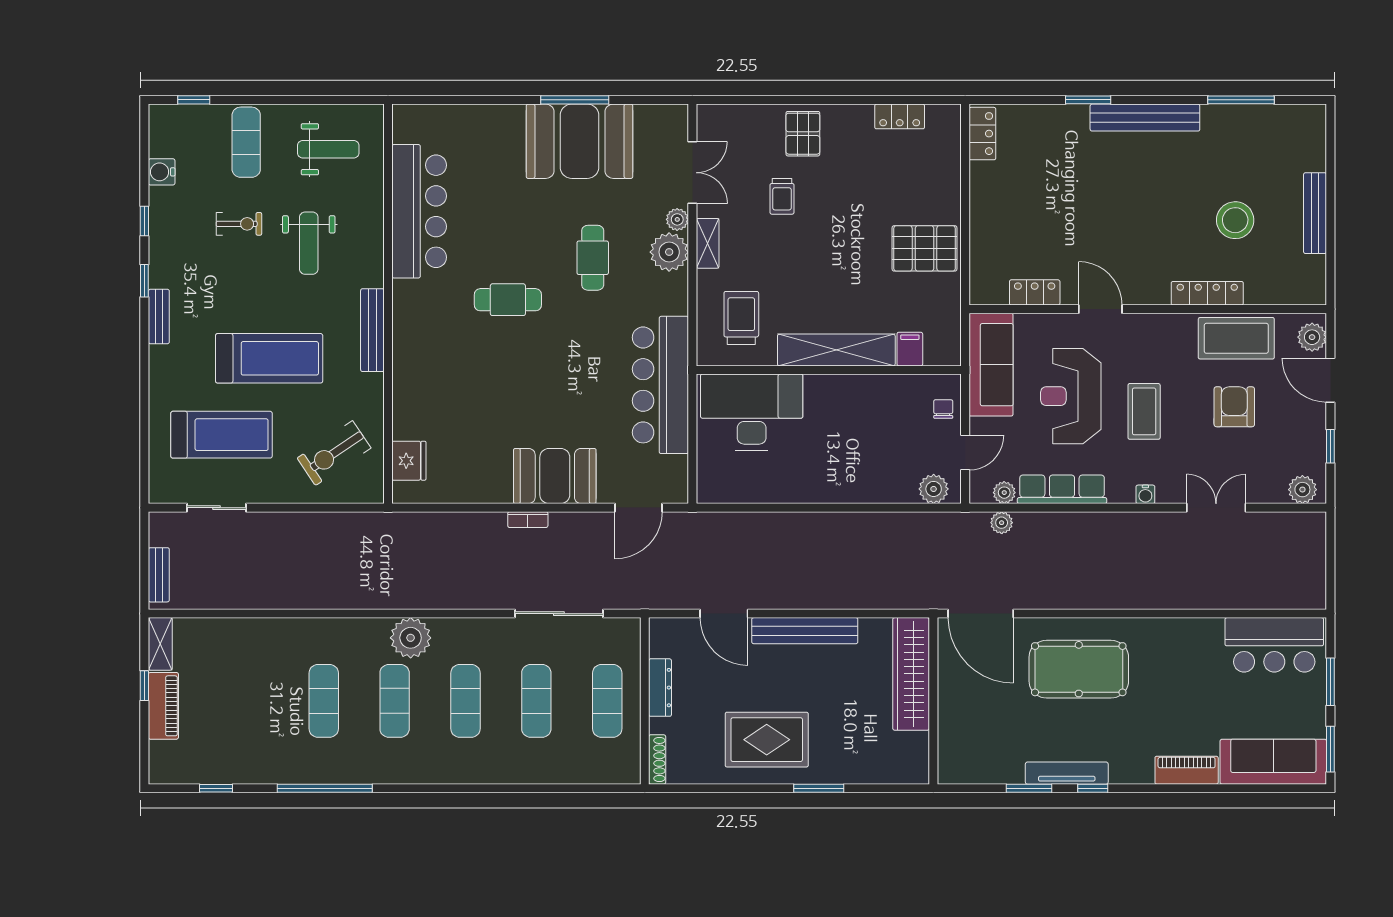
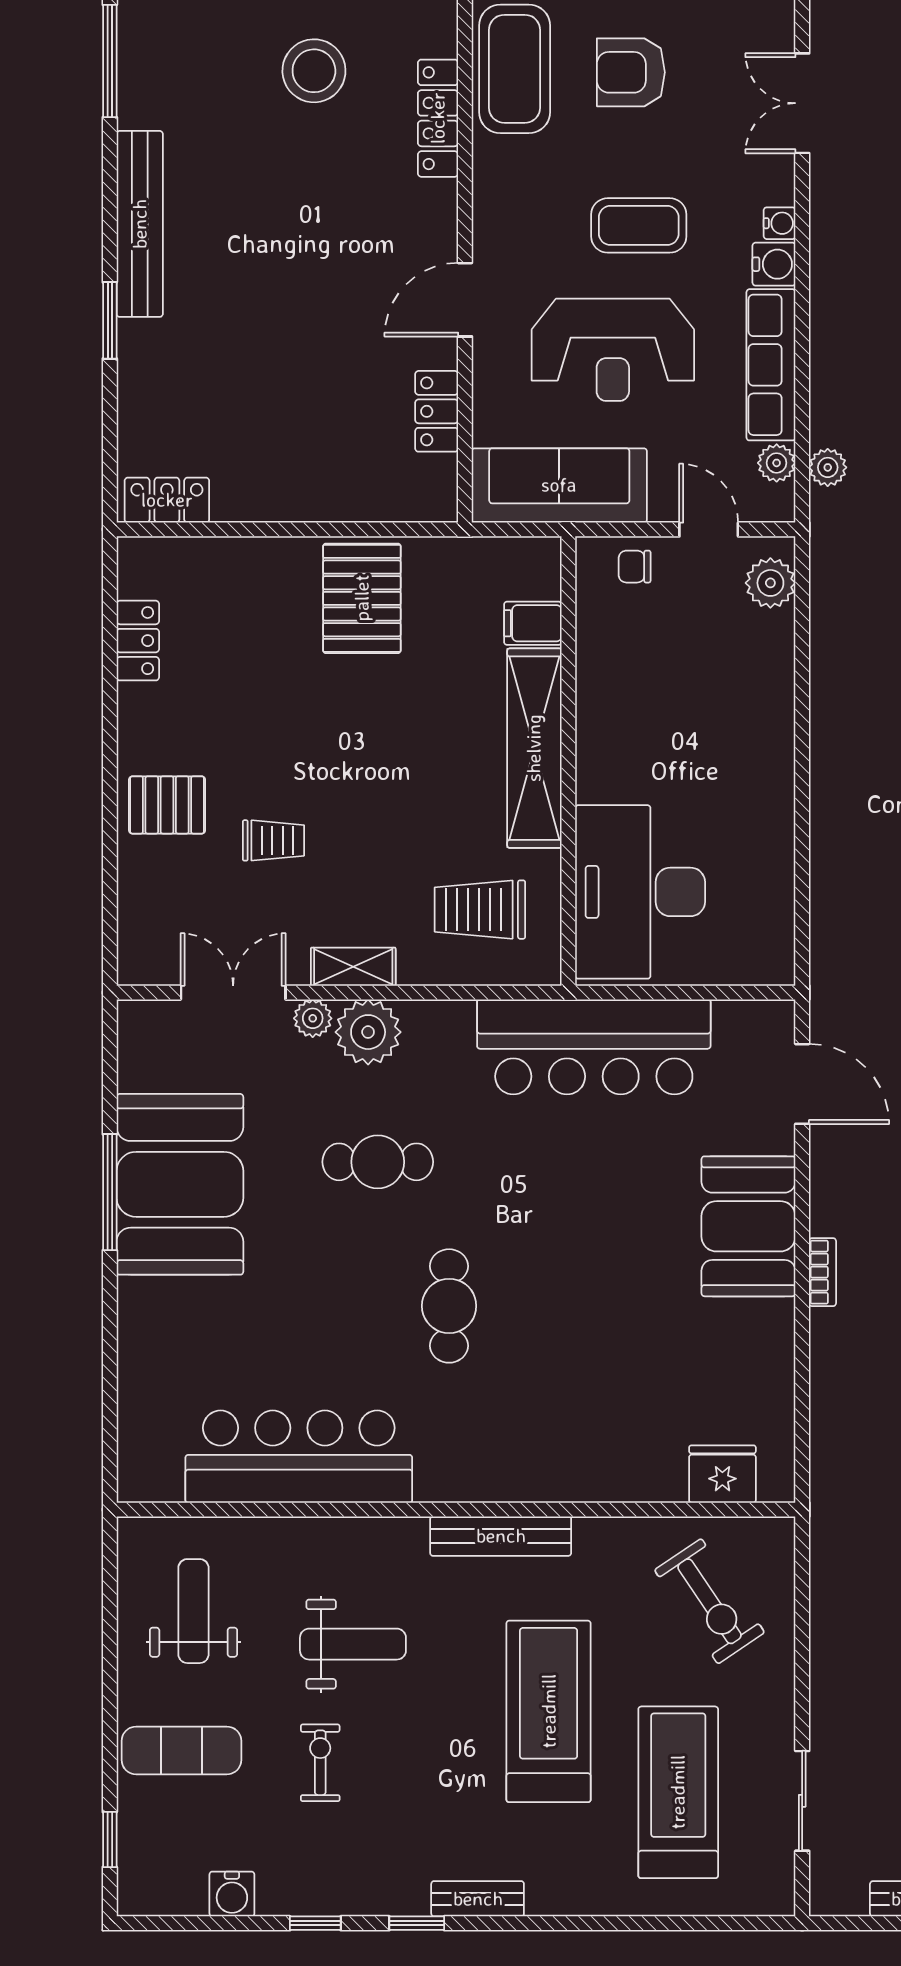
water cooler: (1121, 491) -> (774, 264), added

